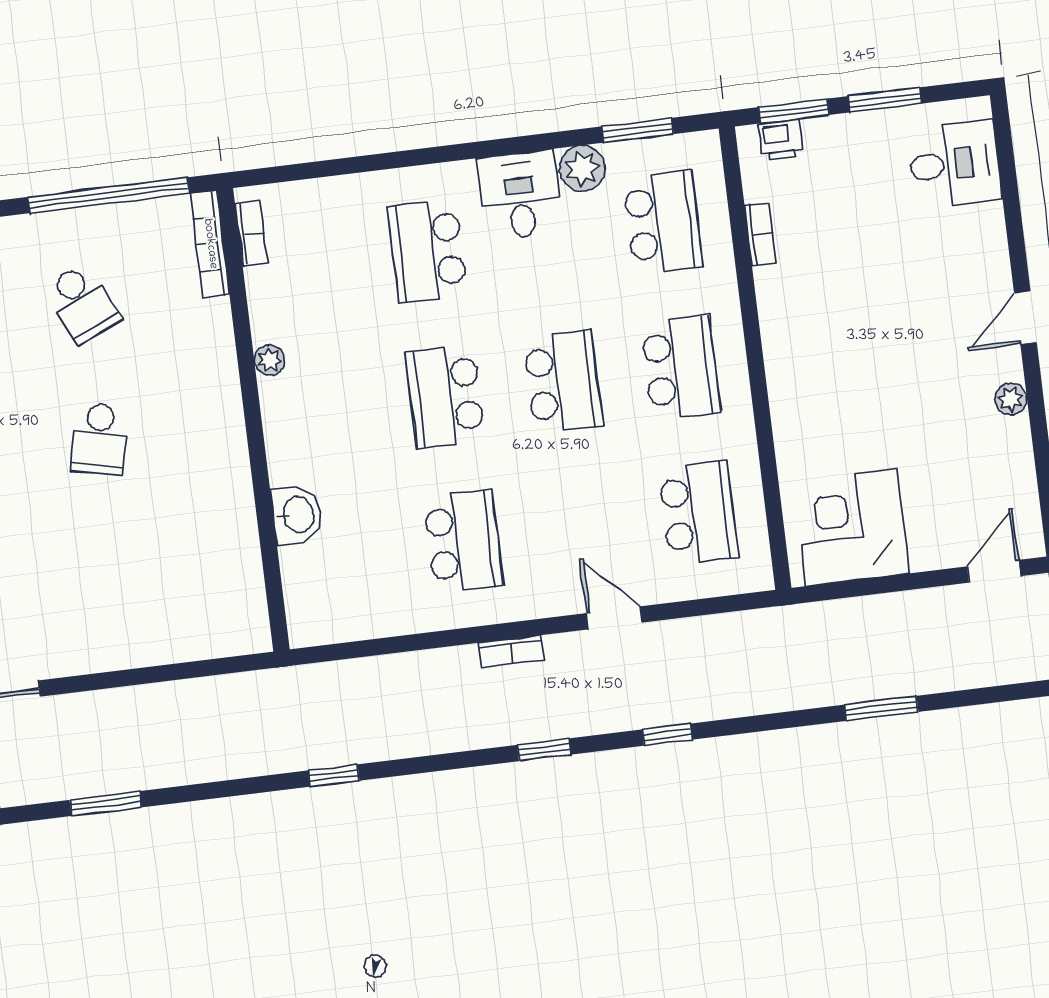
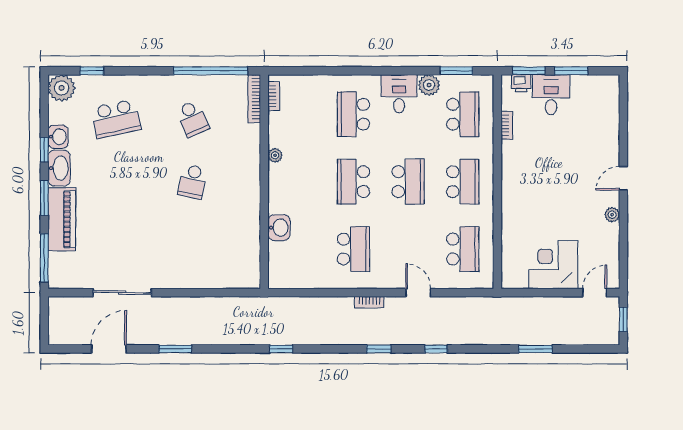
desk: (954, 164) -> (551, 95), moved, turned -90
corner desk: (851, 528) -> (553, 265), moved

